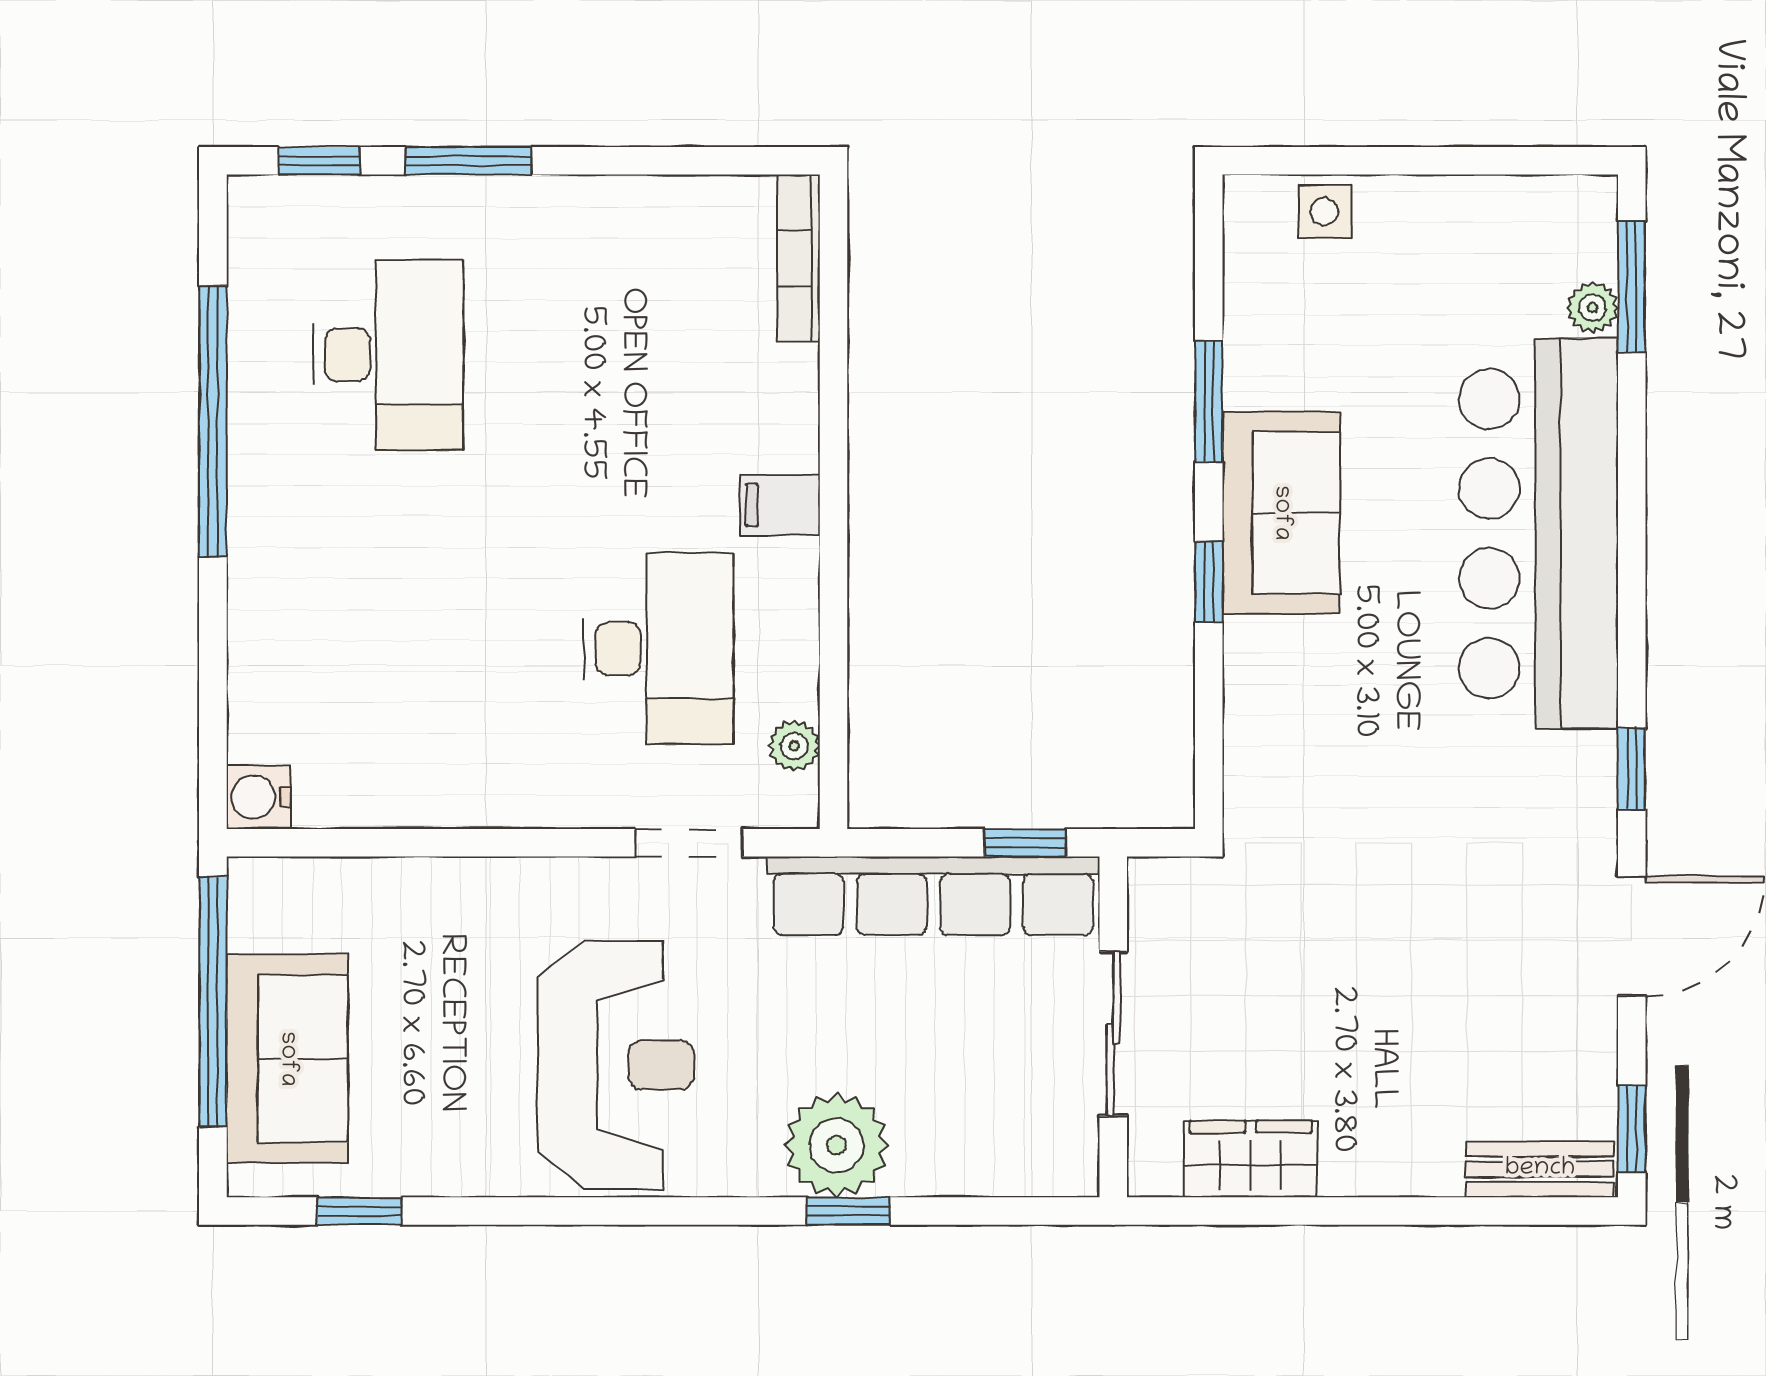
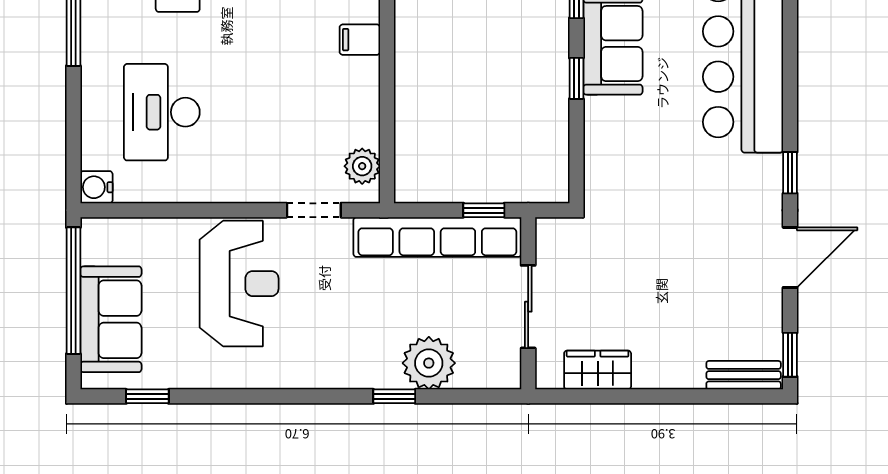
desk: (659, 649) -> (162, 112), moved, turned 180
plant: (794, 746) -> (362, 166), width x1.38, depth x1.38
reception desk: (616, 1065) -> (239, 284), moved
plant: (837, 1145) -> (429, 363), moved

